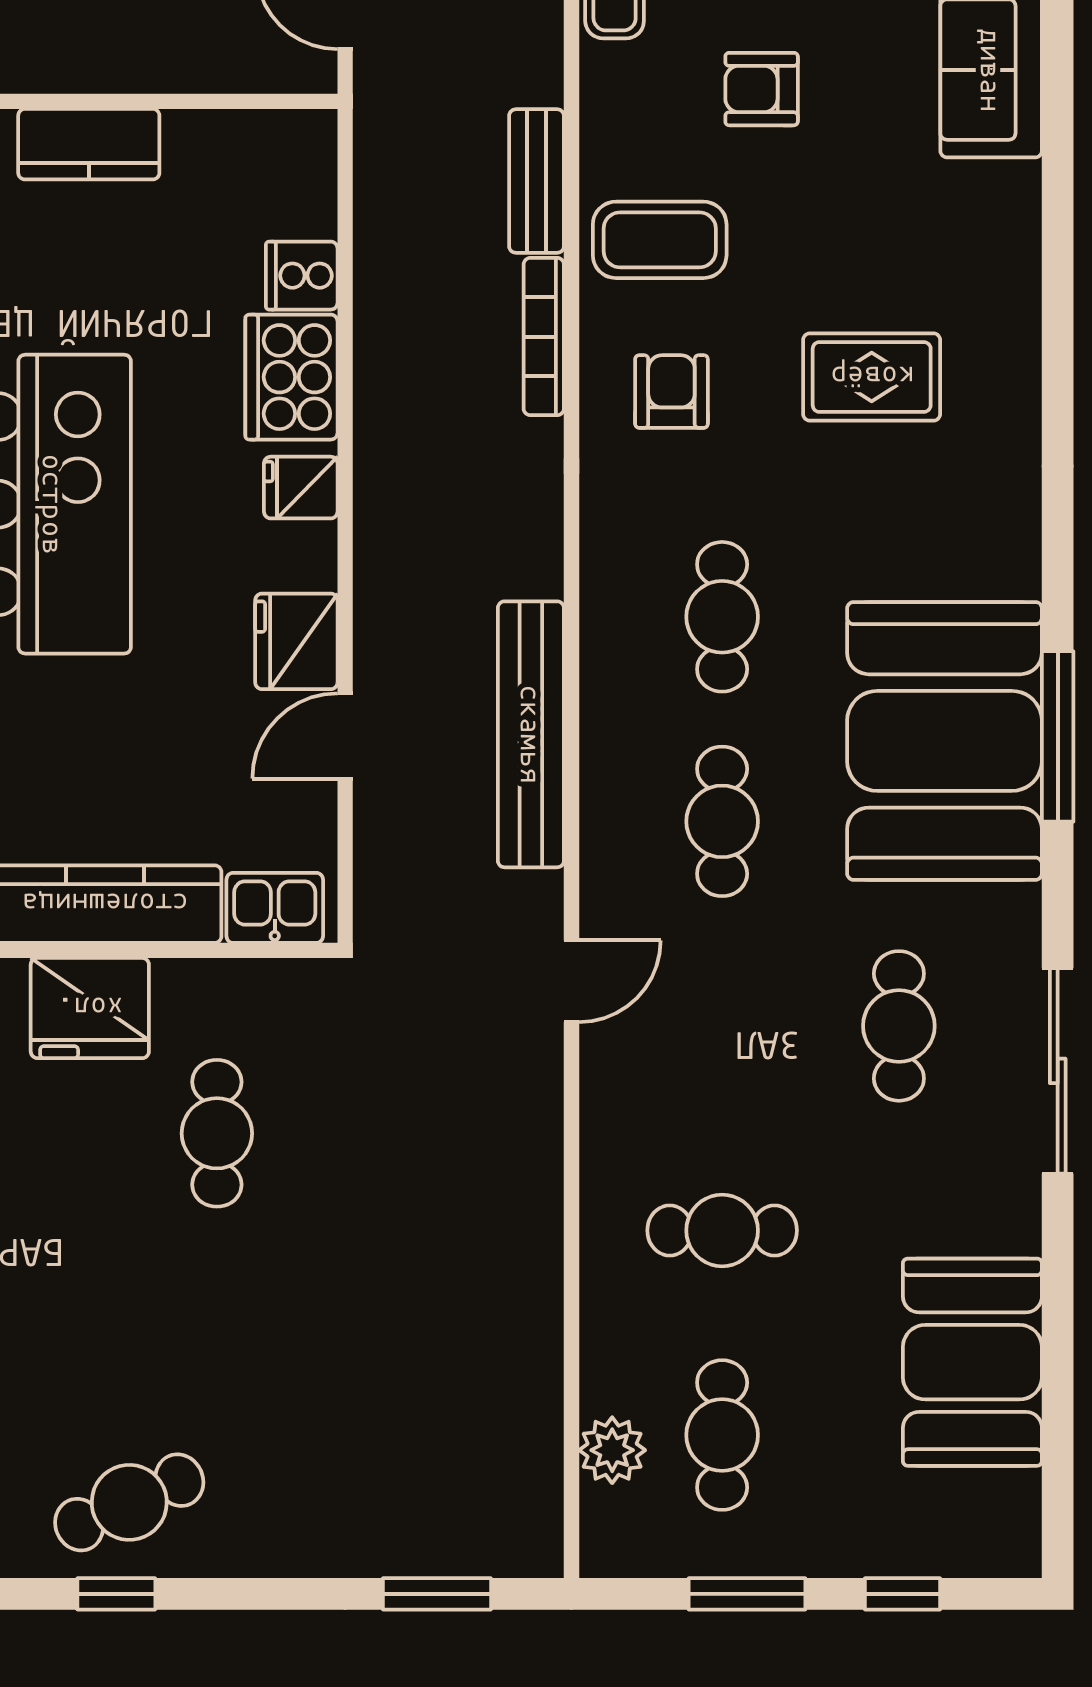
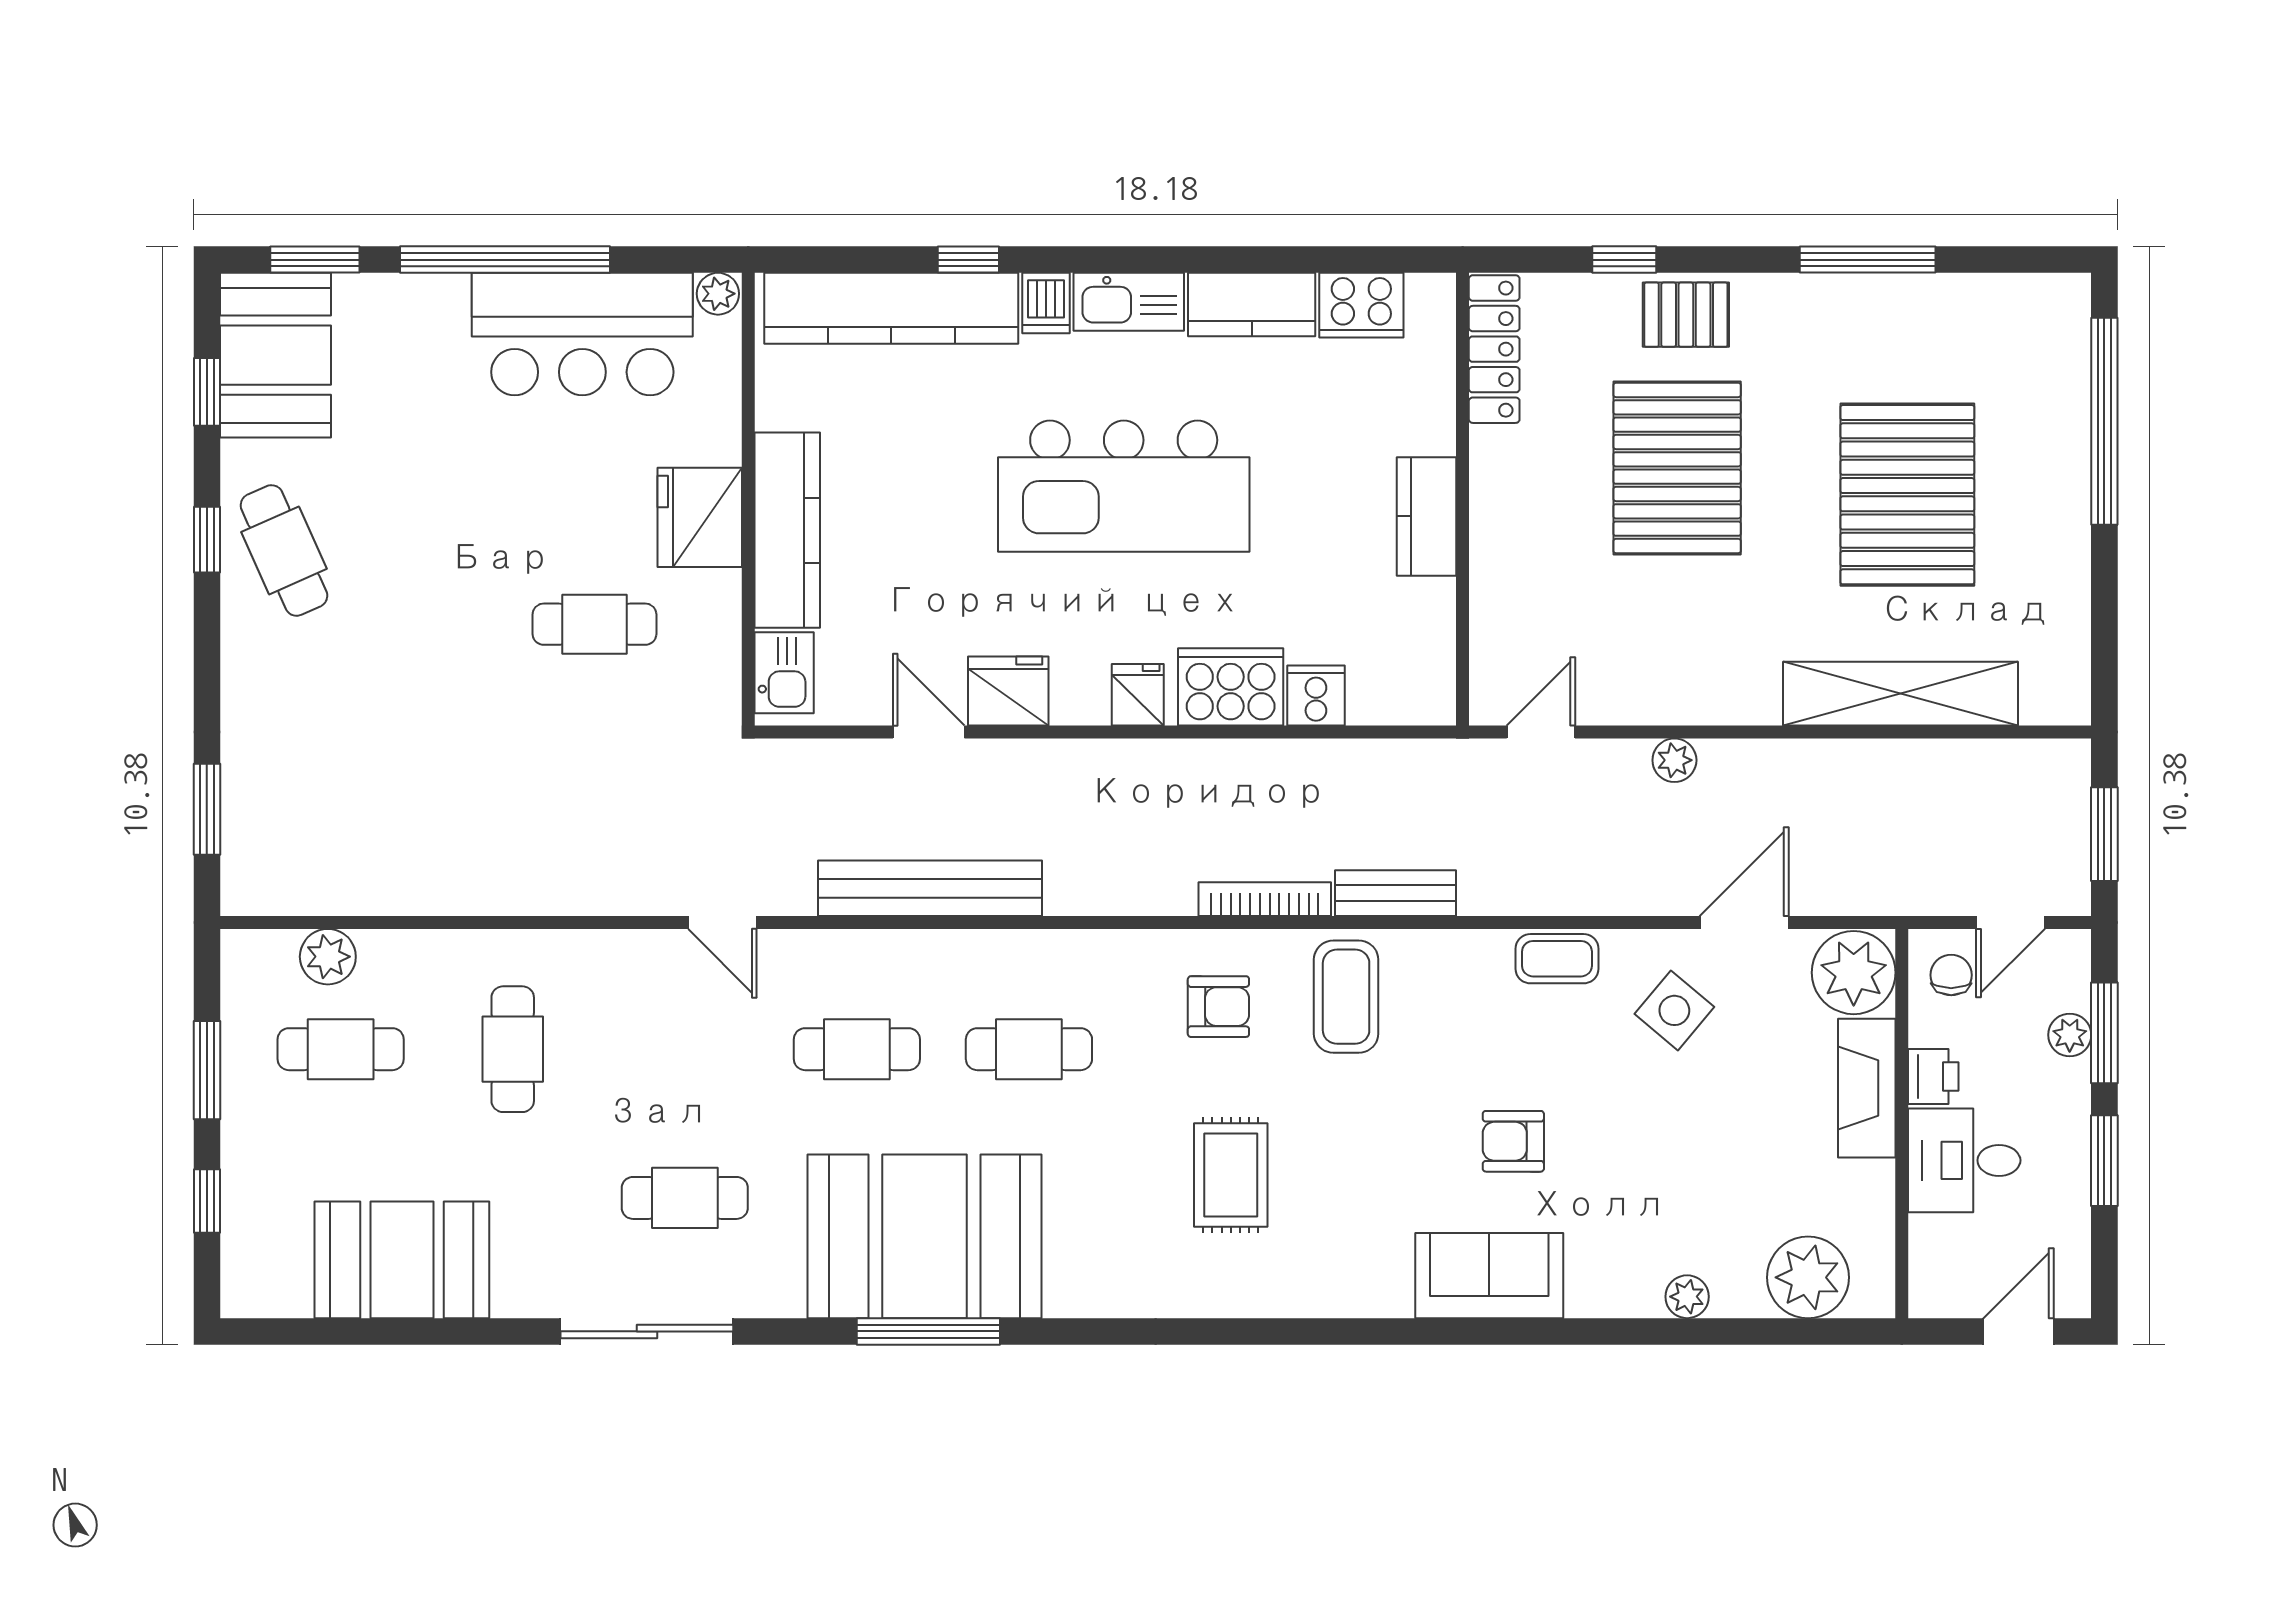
armchair: (762, 89) -> (1513, 1141), moved, turned -90

